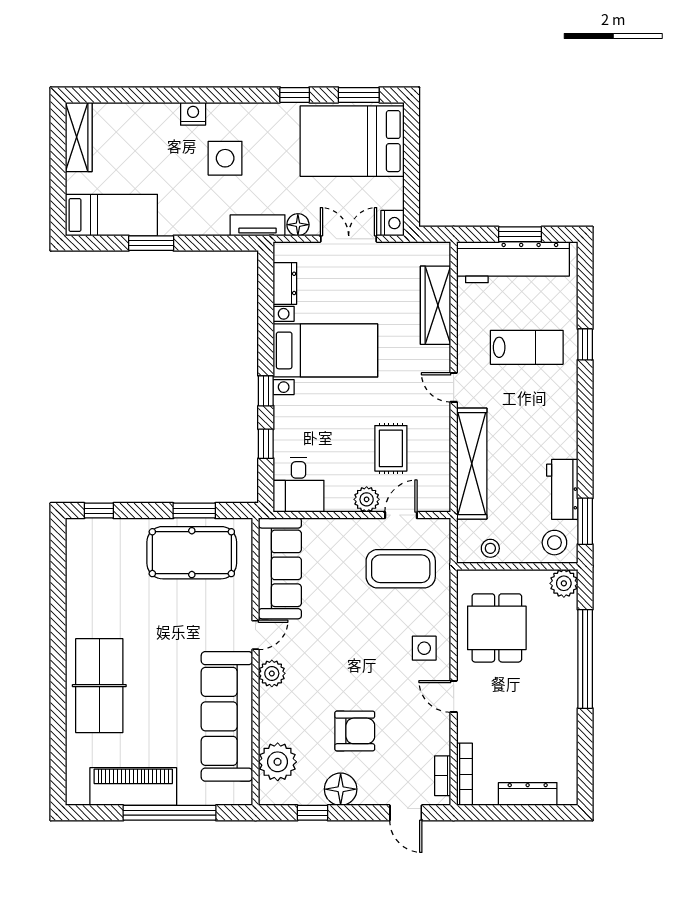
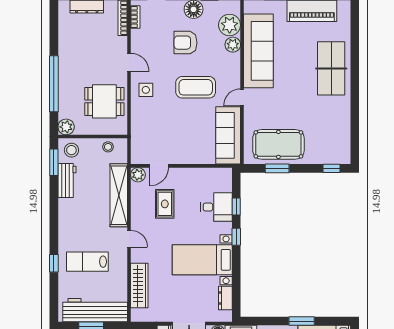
desk: (299, 485) -> (216, 207), moved, turned 90
plant: (367, 499) -> (138, 175), moved
coffee table: (401, 569) -> (196, 87), moved
dining table: (497, 628) -> (104, 101), turned 90
plant: (272, 673) -> (233, 45), moved

